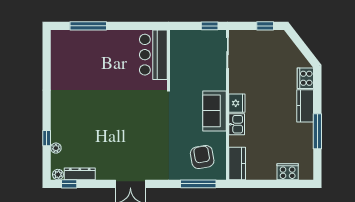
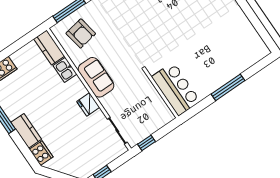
window: (88, 26) -> (228, 87), moved
fridge: (237, 103) -> (88, 104), moved
kitchen sink: (237, 124) -> (65, 70), moved

